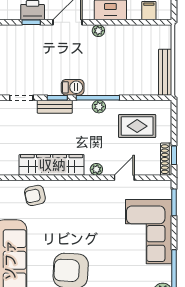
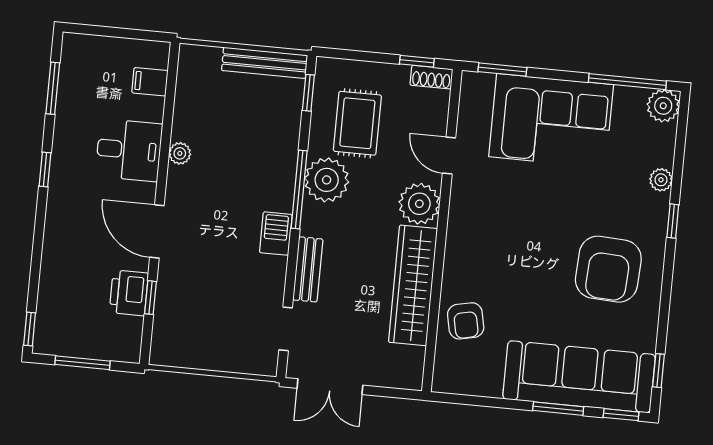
plant: (98, 31) -> (180, 153), moved
window: (57, 98) -> (308, 93), moved
plant: (99, 107) -> (327, 180), width x1.88, depth x1.88
shoe rack: (166, 159) -> (431, 77), width x0.70
plant: (96, 169) -> (419, 204), width x1.88, depth x1.88

